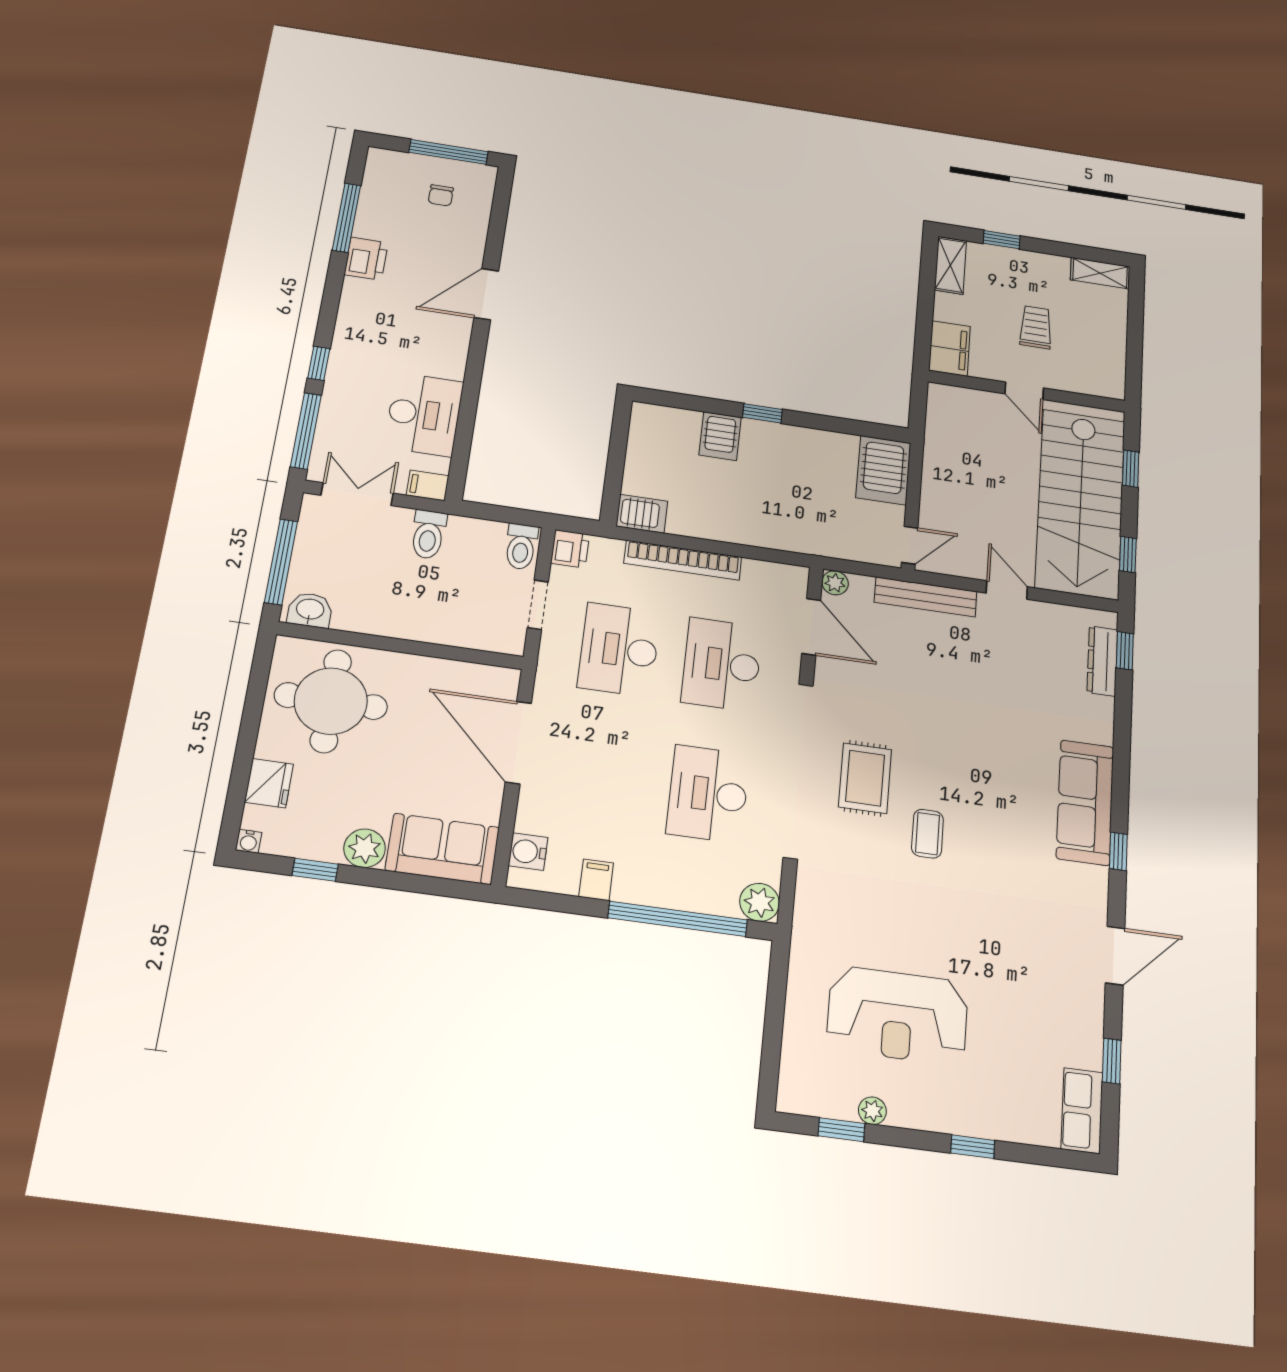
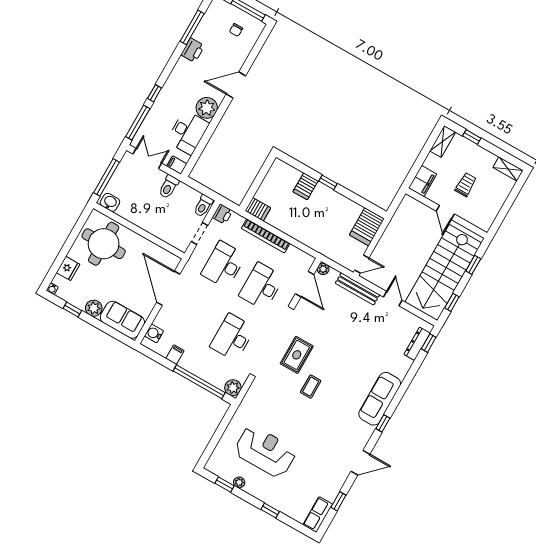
plant: (444, 356) -> (207, 108), added
reception desk: (897, 1015) -> (265, 451), turned 180

